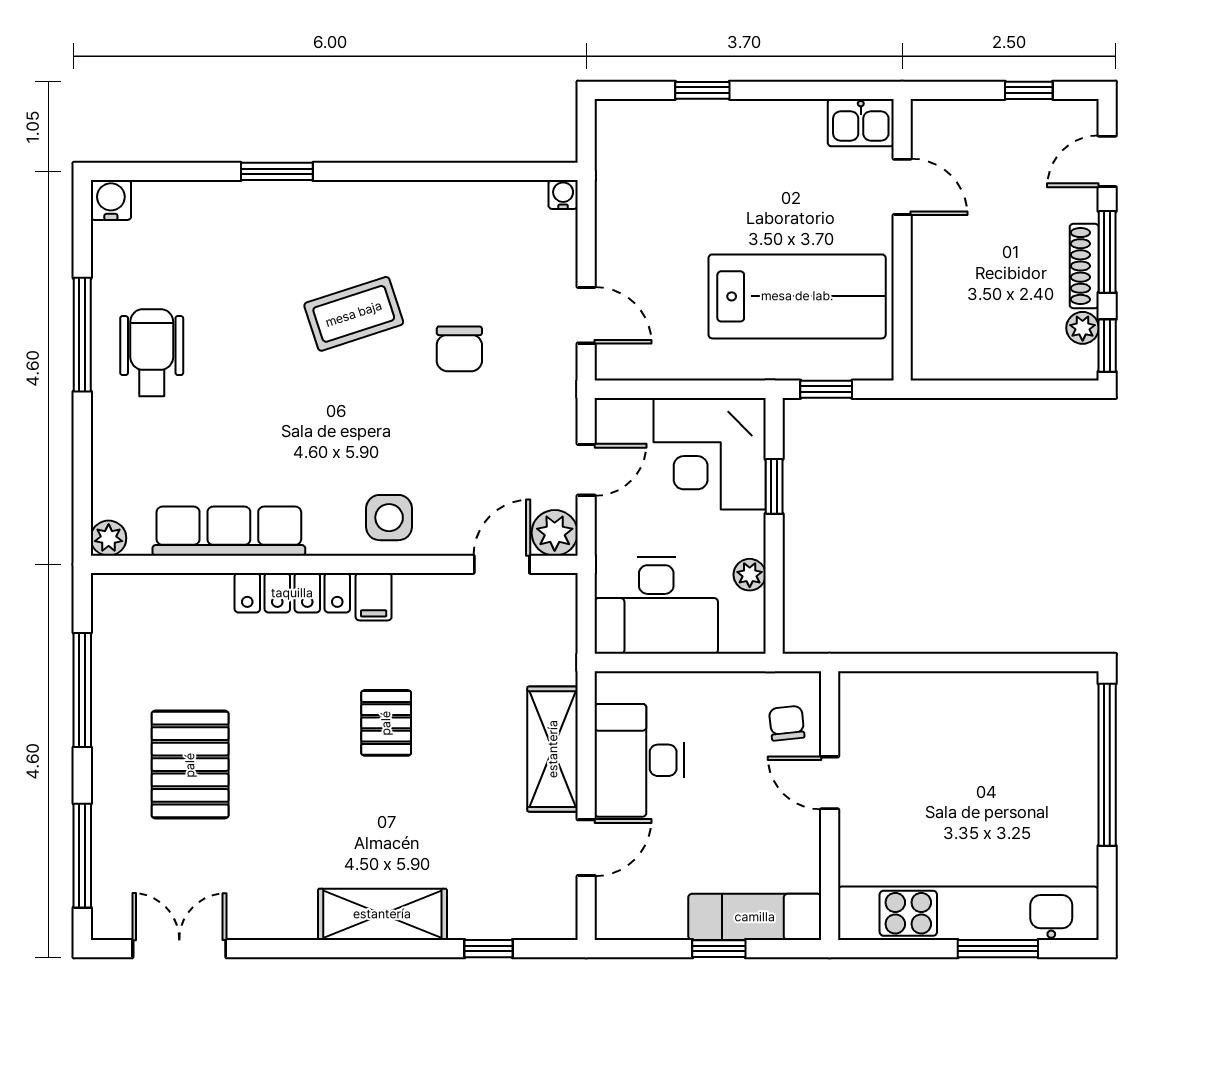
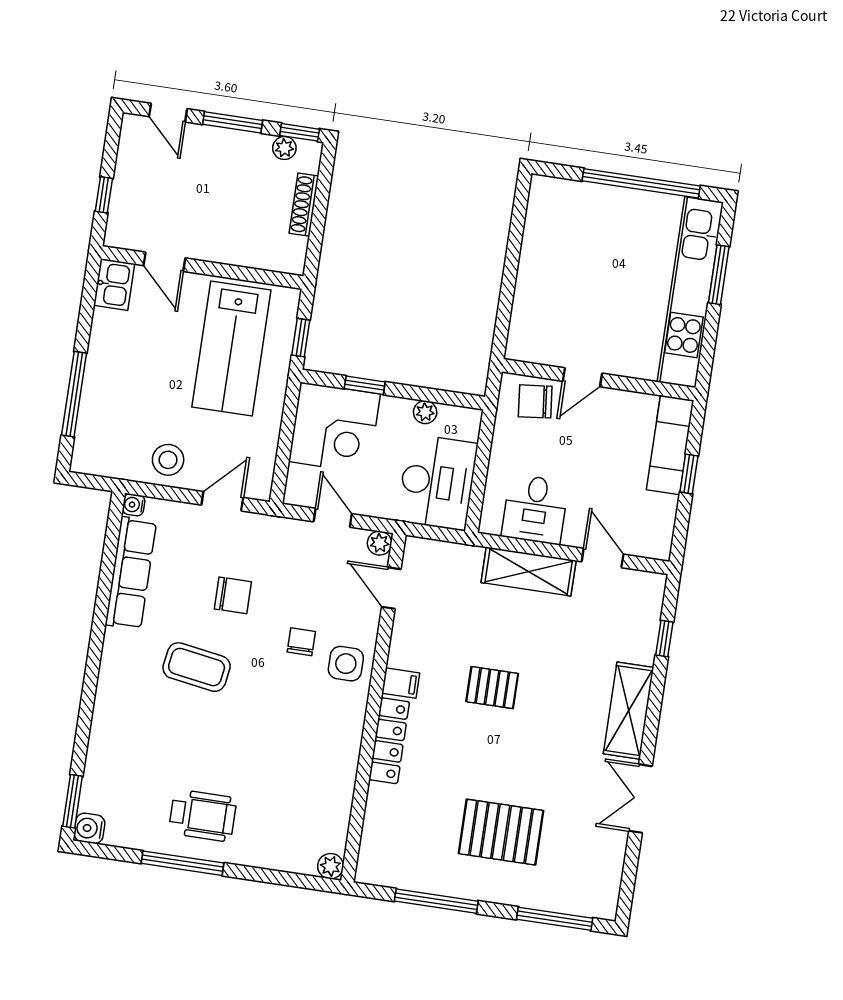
window: (702, 90) -> (74, 394), width x2.17
window: (1029, 90) -> (104, 195), moved
window: (277, 171) -> (73, 801), moved
door: (902, 187) -> (164, 262), swing flipped
stool: (632, 232) -> (168, 460), added
shoe rack: (1084, 266) -> (304, 205), moved, turned 90
lab bench: (797, 296) -> (231, 349), turned 180
coffee table: (354, 314) -> (197, 667), turned -63
wheelchair: (152, 353) -> (203, 815), turned 180
chair: (410, 452) -> (301, 642), added
row of seats: (229, 531) -> (131, 573), moved, turned 180
plant: (555, 533) -> (380, 543), width x0.73, depth x0.73
chair: (787, 723) -> (535, 401), width x1.37, depth x1.37
desk: (639, 760) -> (535, 509), width x0.73
window: (1107, 765) -> (641, 183), moved
double door: (179, 949) -> (640, 799), moved

